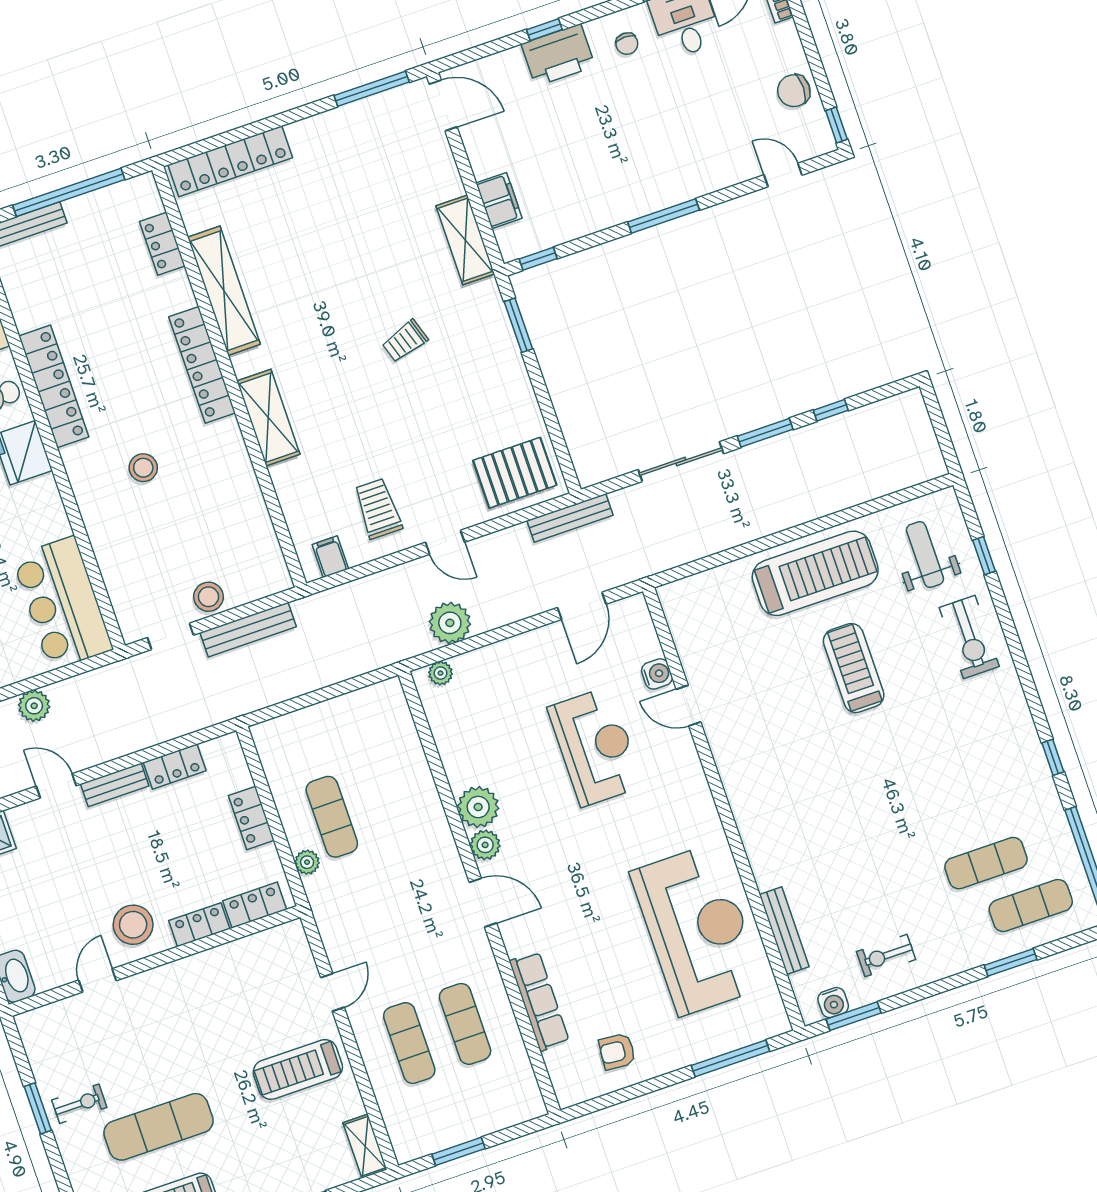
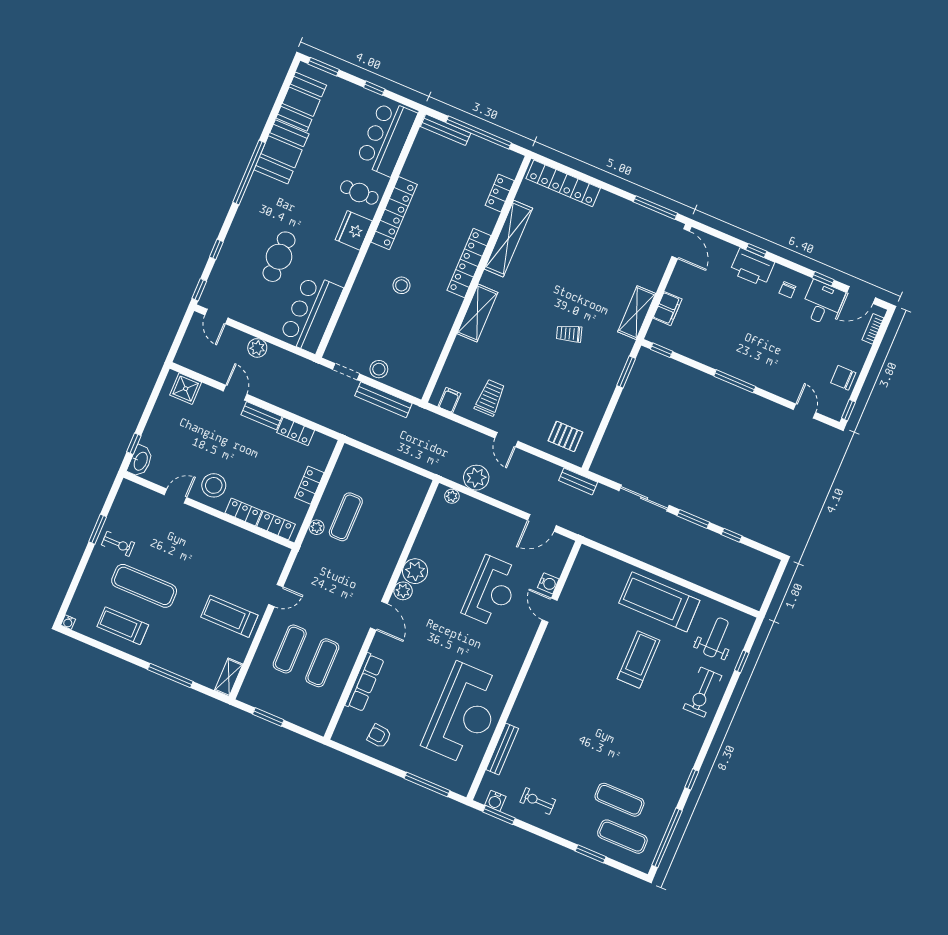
pallet: (515, 473) -> (565, 436), width x0.67, depth x0.71
bench: (570, 518) -> (578, 481), width x0.73
treadmill: (815, 573) -> (659, 602), turned 180

